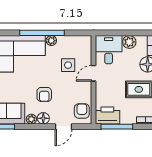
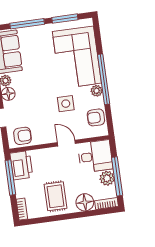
window: (129, 33) -> (117, 176), added
side table: (68, 65) -> (66, 104), moved
armchair: (44, 94) -> (96, 117), moved

